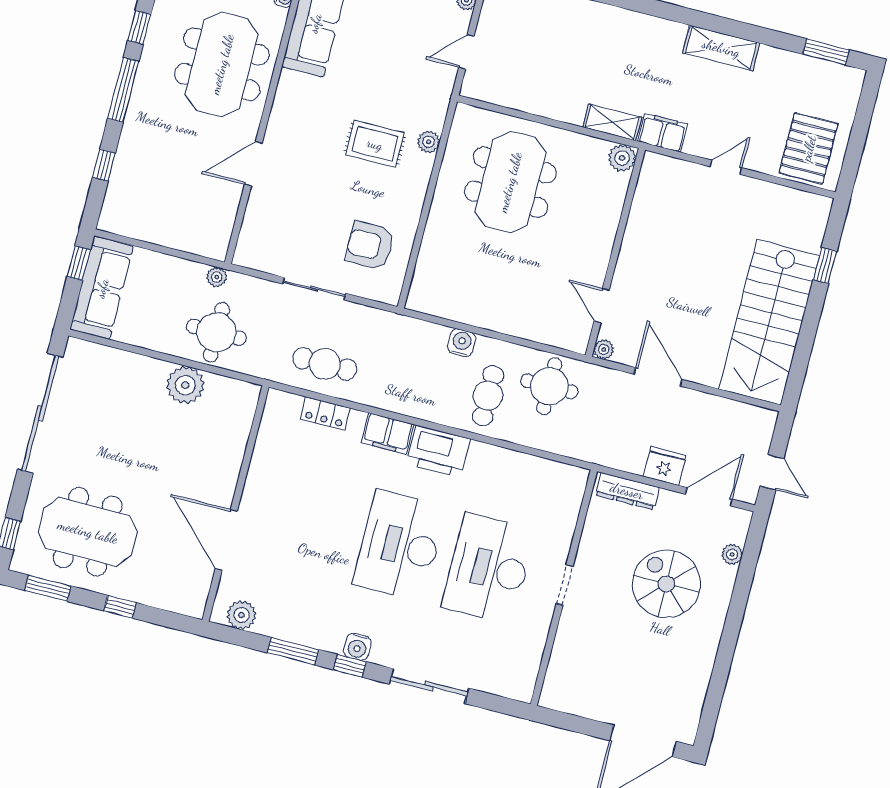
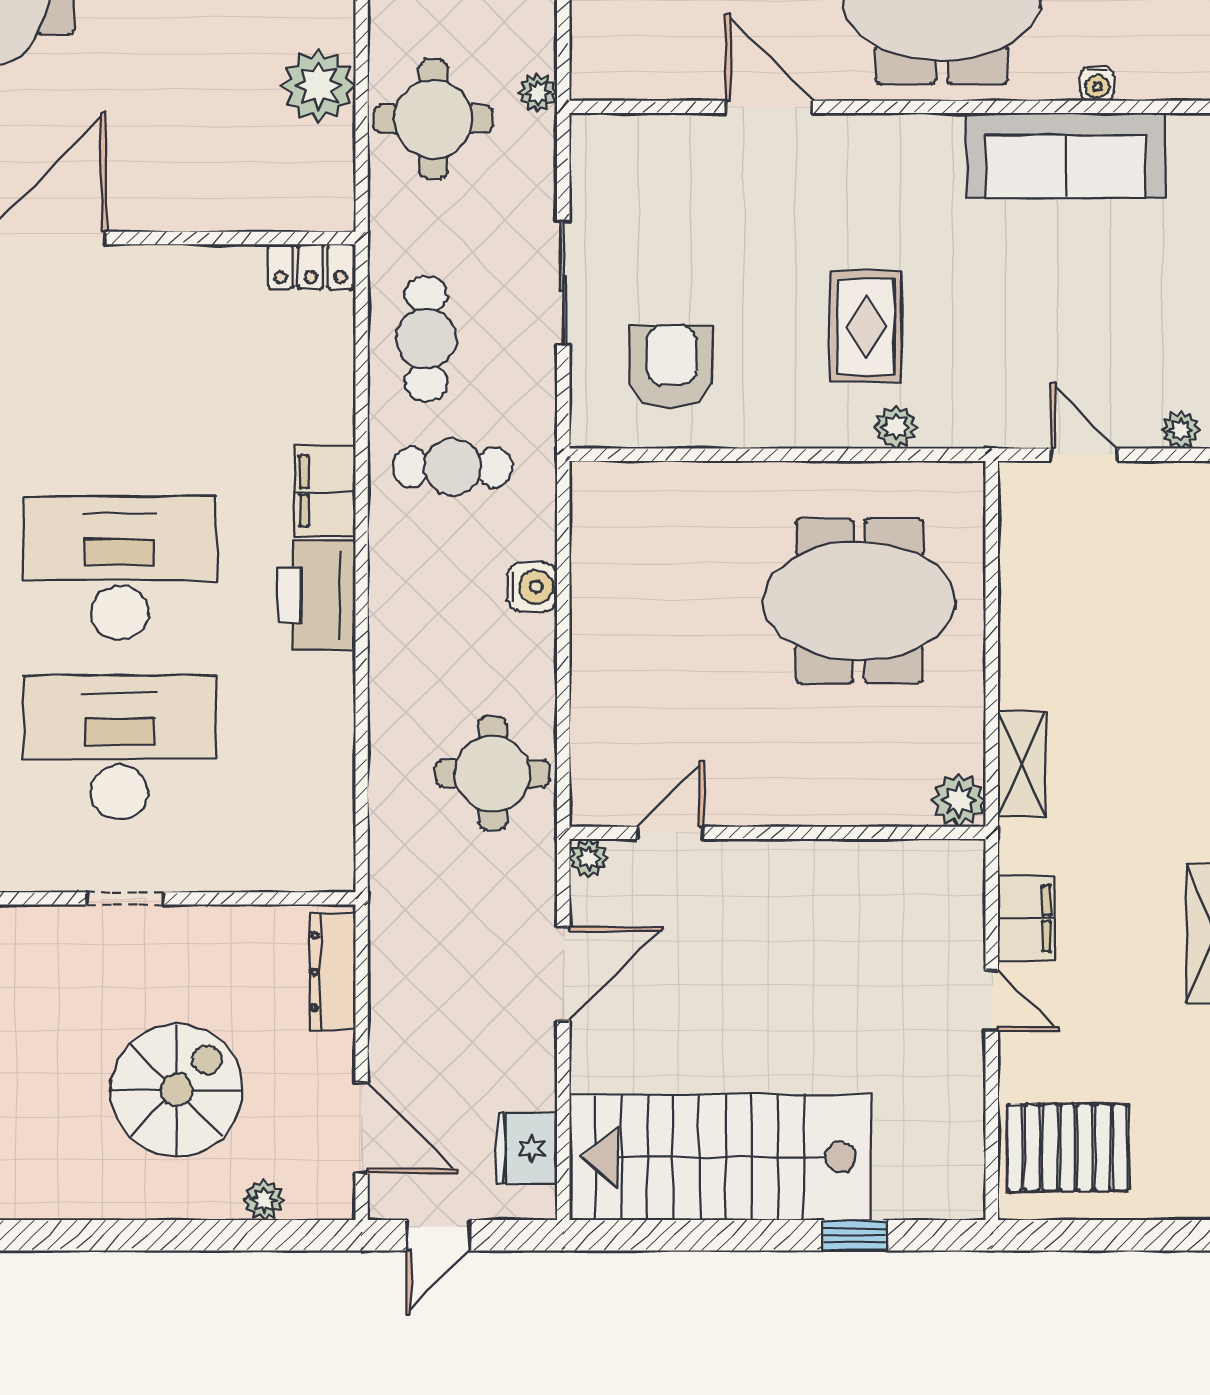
filing cabinet: (663, 133) -> (1026, 918), moved
cafe table: (488, 396) -> (452, 467), moved
locker: (325, 413) -> (311, 267), moved, turned -90
fridge: (665, 466) -> (527, 1148), moved, turned 180

